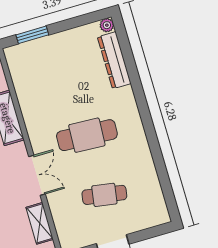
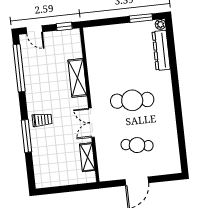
window: (32, 35) -> (141, 18), moved
double door: (37, 175) -> (91, 123), swing flipped

